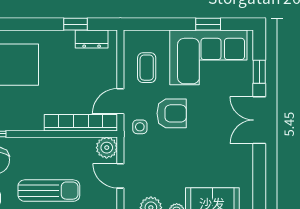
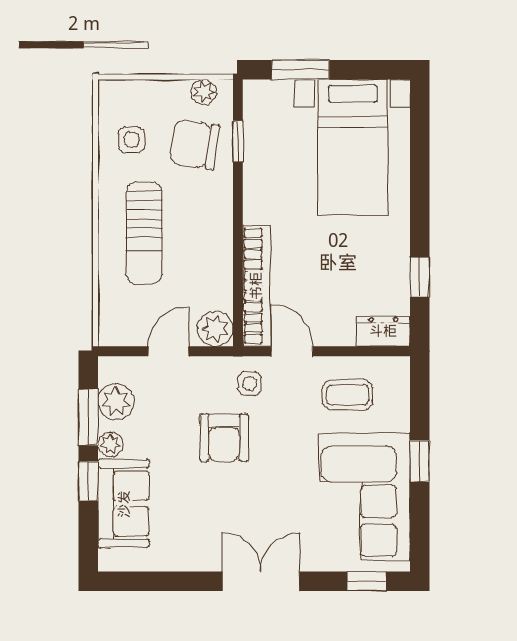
window: (208, 24) -> (420, 461), moved
dresser: (92, 39) -> (383, 331), moved, turned 90
window: (259, 72) -> (367, 581), moved
armchair: (172, 113) -> (224, 438), moved

